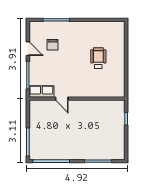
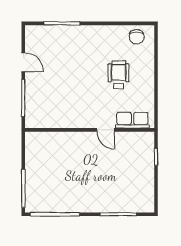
chair: (53, 45) -> (137, 37), moved
row of seats: (41, 92) -> (132, 120), moved
door: (62, 99) -> (106, 130), moved

